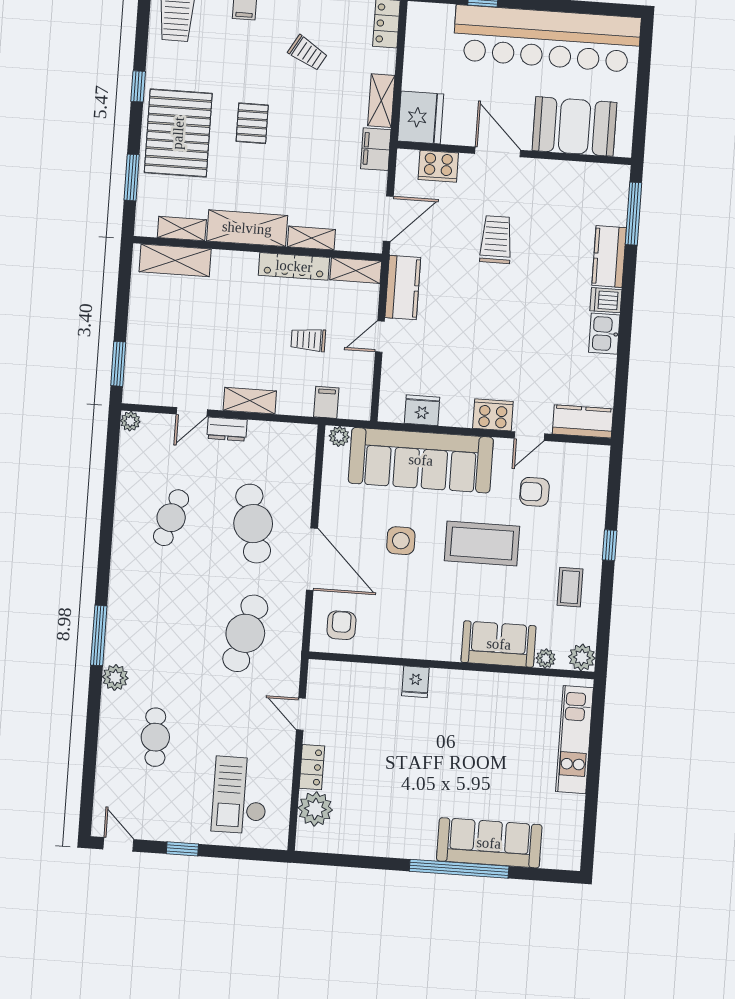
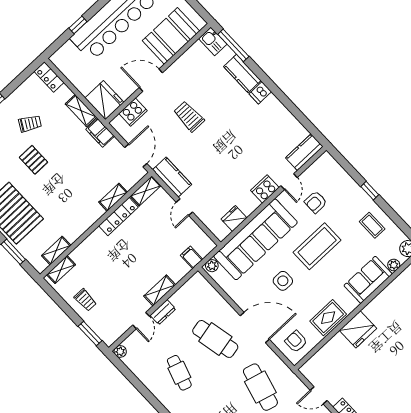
pallet: (252, 123) -> (33, 160), moved
shelving: (247, 228) -> (83, 221), removed
shelving: (175, 260) -> (61, 270), width x0.67, depth x0.75
kitchen sink: (604, 334) -> (213, 41), moved
trolley: (308, 340) -> (85, 300), moved, turned -90
rug: (407, 638) -> (328, 318), added
fridge: (415, 682) -> (358, 329), width x1.88, depth x1.34

